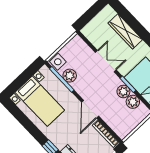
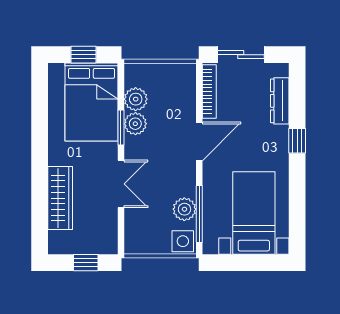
window: (89, 15) -> (86, 263), added
double door: (106, 61) -> (121, 184), swing flipped

